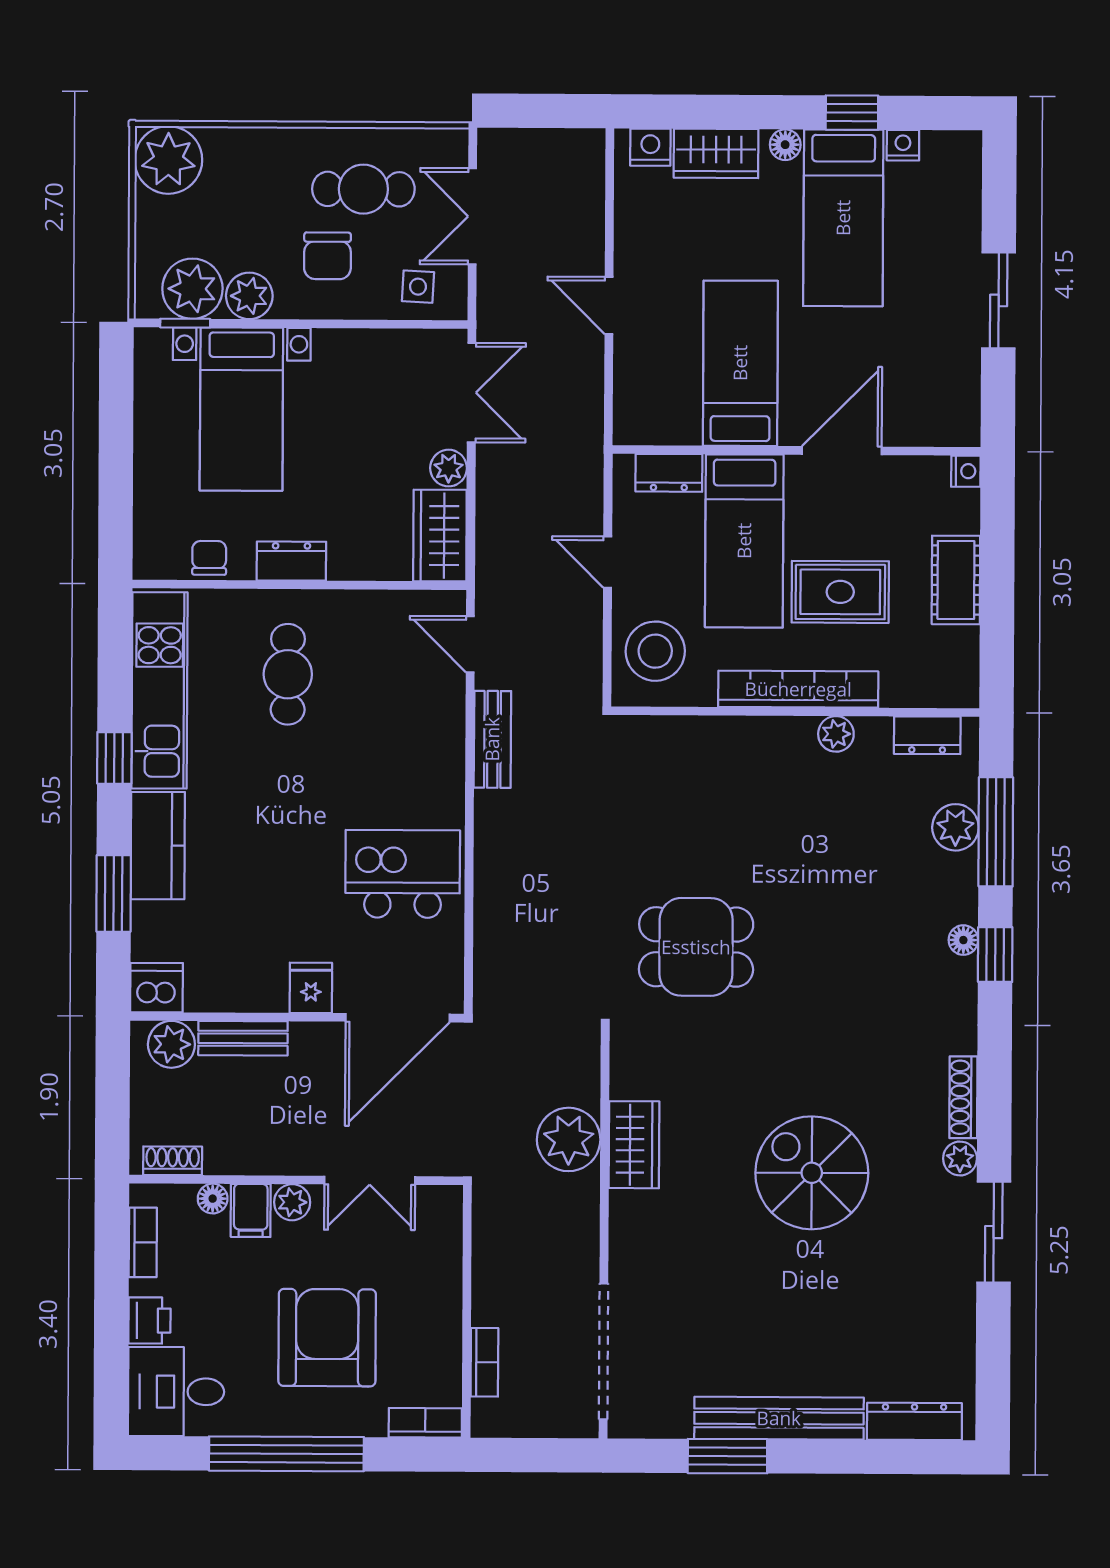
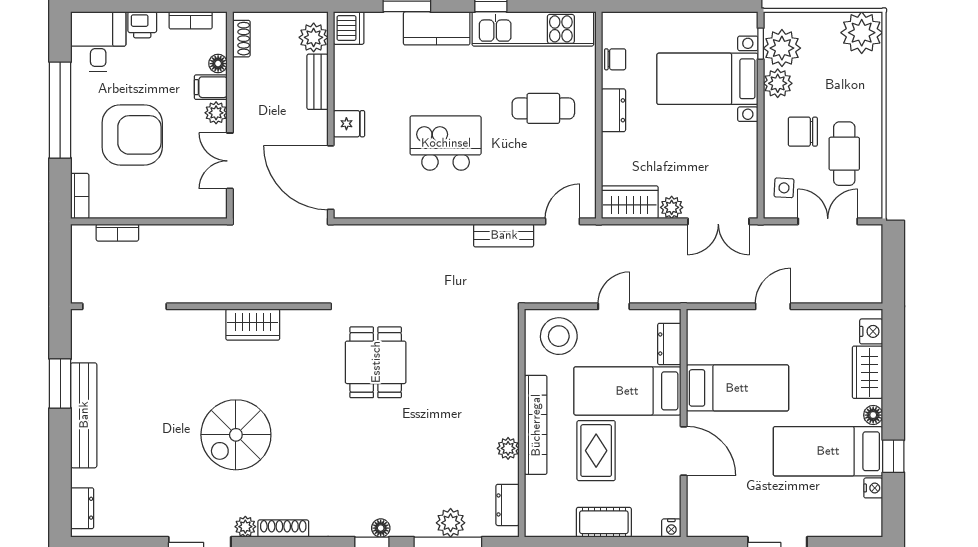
kitchen island: (403, 874) -> (446, 143), moved, turned -90
plant: (569, 1139) -> (256, 284), removed
spiral stairs: (812, 1173) -> (236, 435), turned 180
dresser: (914, 1421) -> (82, 508), width x0.70

